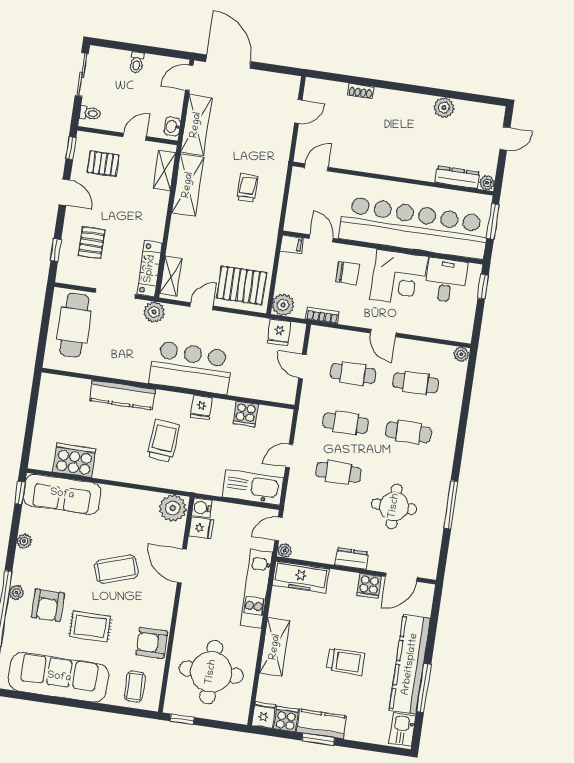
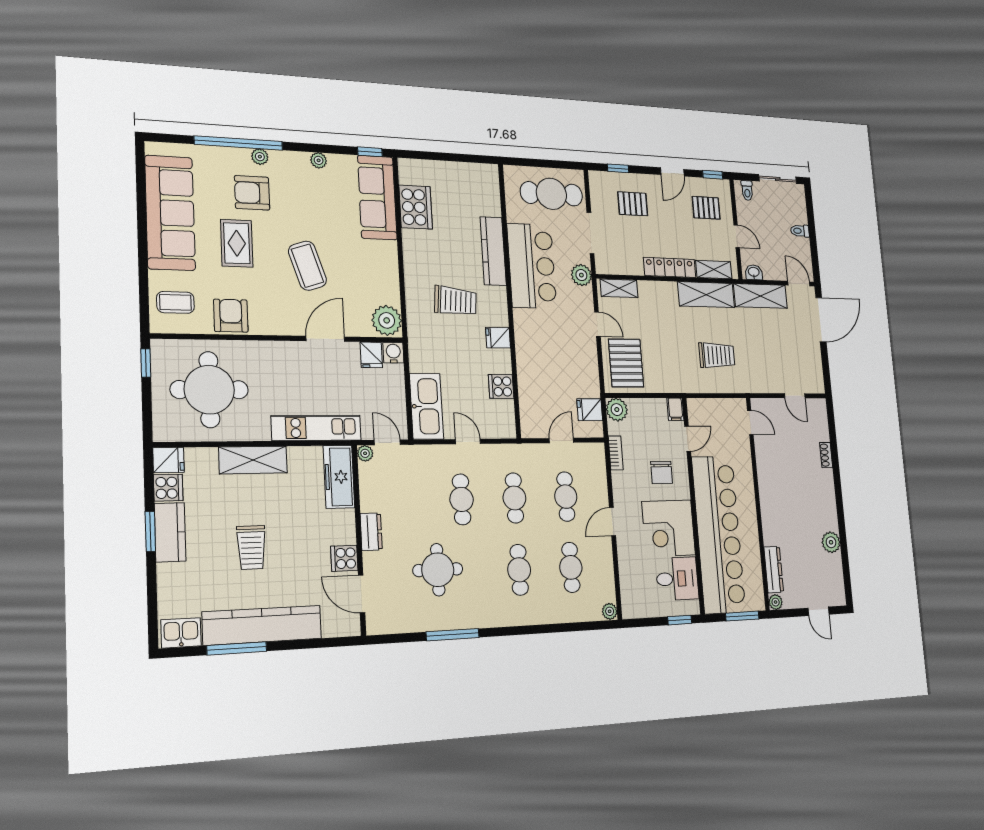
pallet: (103, 164) -> (706, 208), turned 90
trolley: (247, 188) -> (717, 355), width x1.36, depth x1.39
locker: (150, 269) -> (670, 267), moved
bar counter: (191, 368) -> (532, 266), moved

